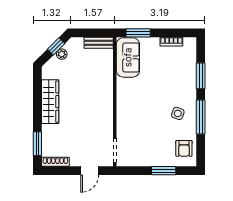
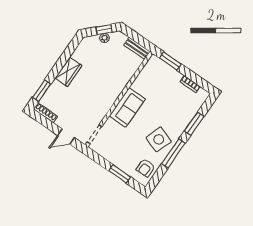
sofa: (128, 57) -> (127, 107), moved
wardrobe: (50, 102) -> (68, 72), width x0.67
side table: (178, 113) -> (159, 139), width x1.87, depth x1.87

